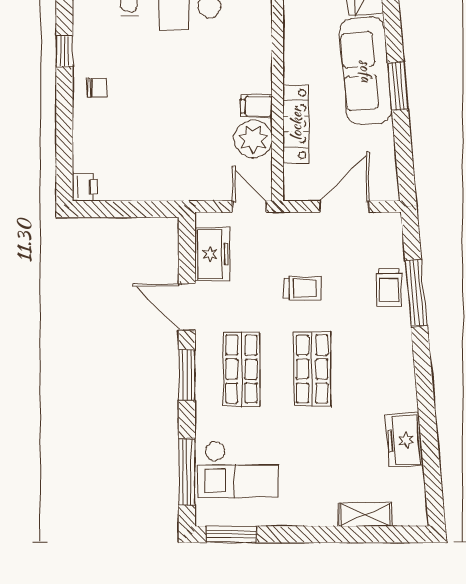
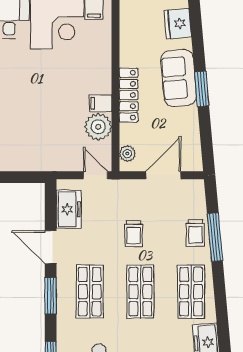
sofa: (366, 71) -> (179, 78), width x0.73
locker: (296, 124) -> (129, 95), moved
plant: (294, 176) -> (127, 154), added
trolley: (303, 288) -> (134, 234), turned 90
shop shelf: (383, 369) -> (191, 292), added

